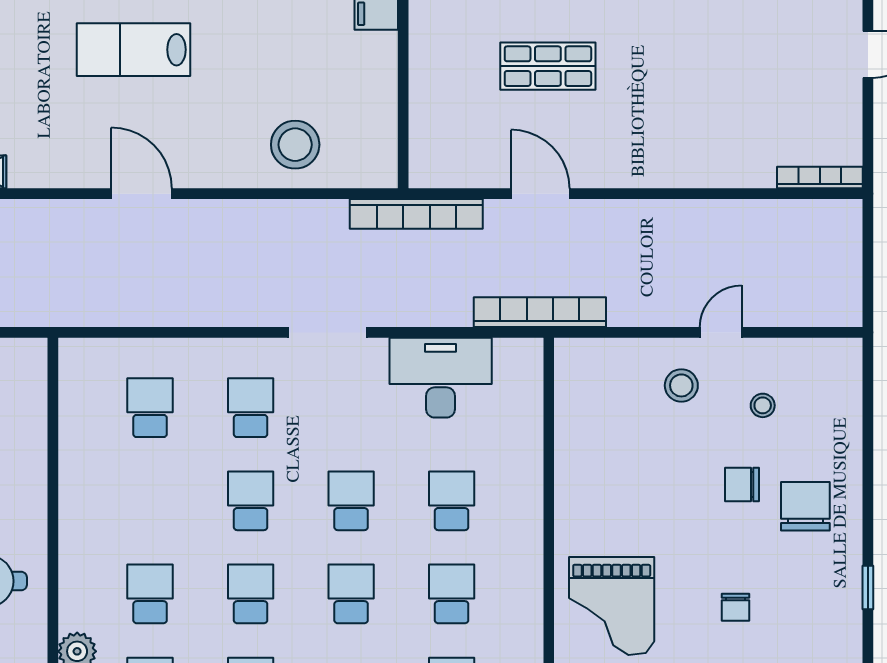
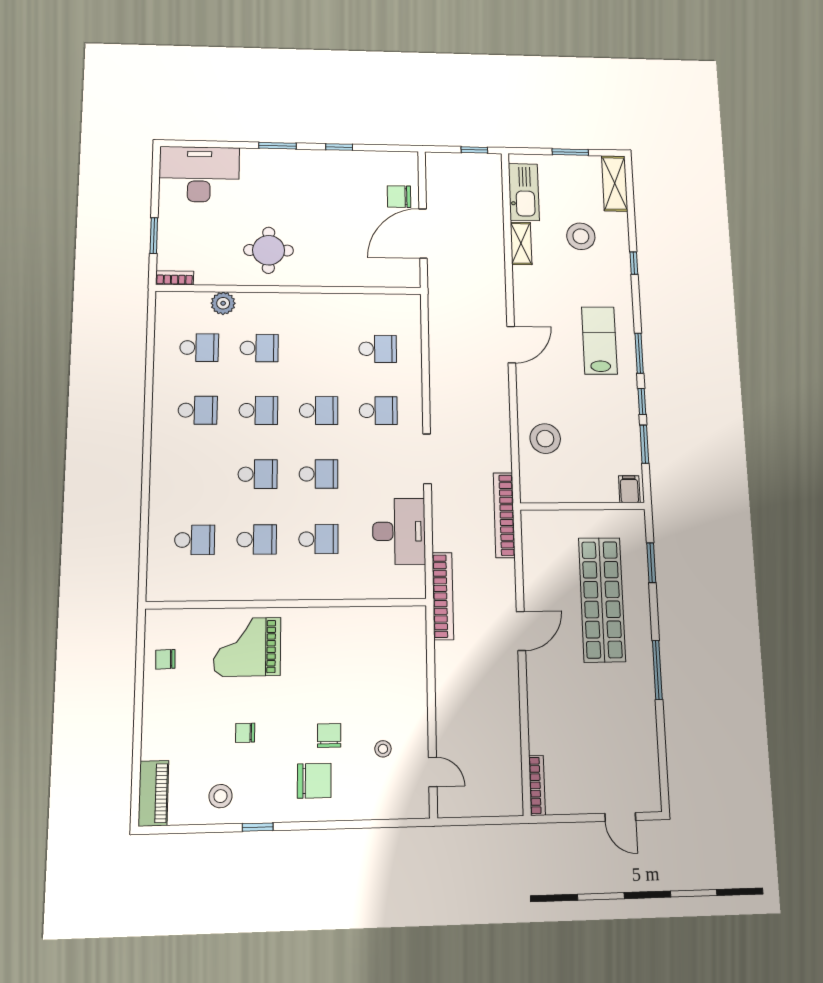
shop shelf: (548, 66) -> (602, 599), width x2.00, depth x1.36
door: (540, 194) -> (521, 631), moved
door: (721, 332) -> (433, 772), moved
stool: (681, 385) -> (221, 796), moved

